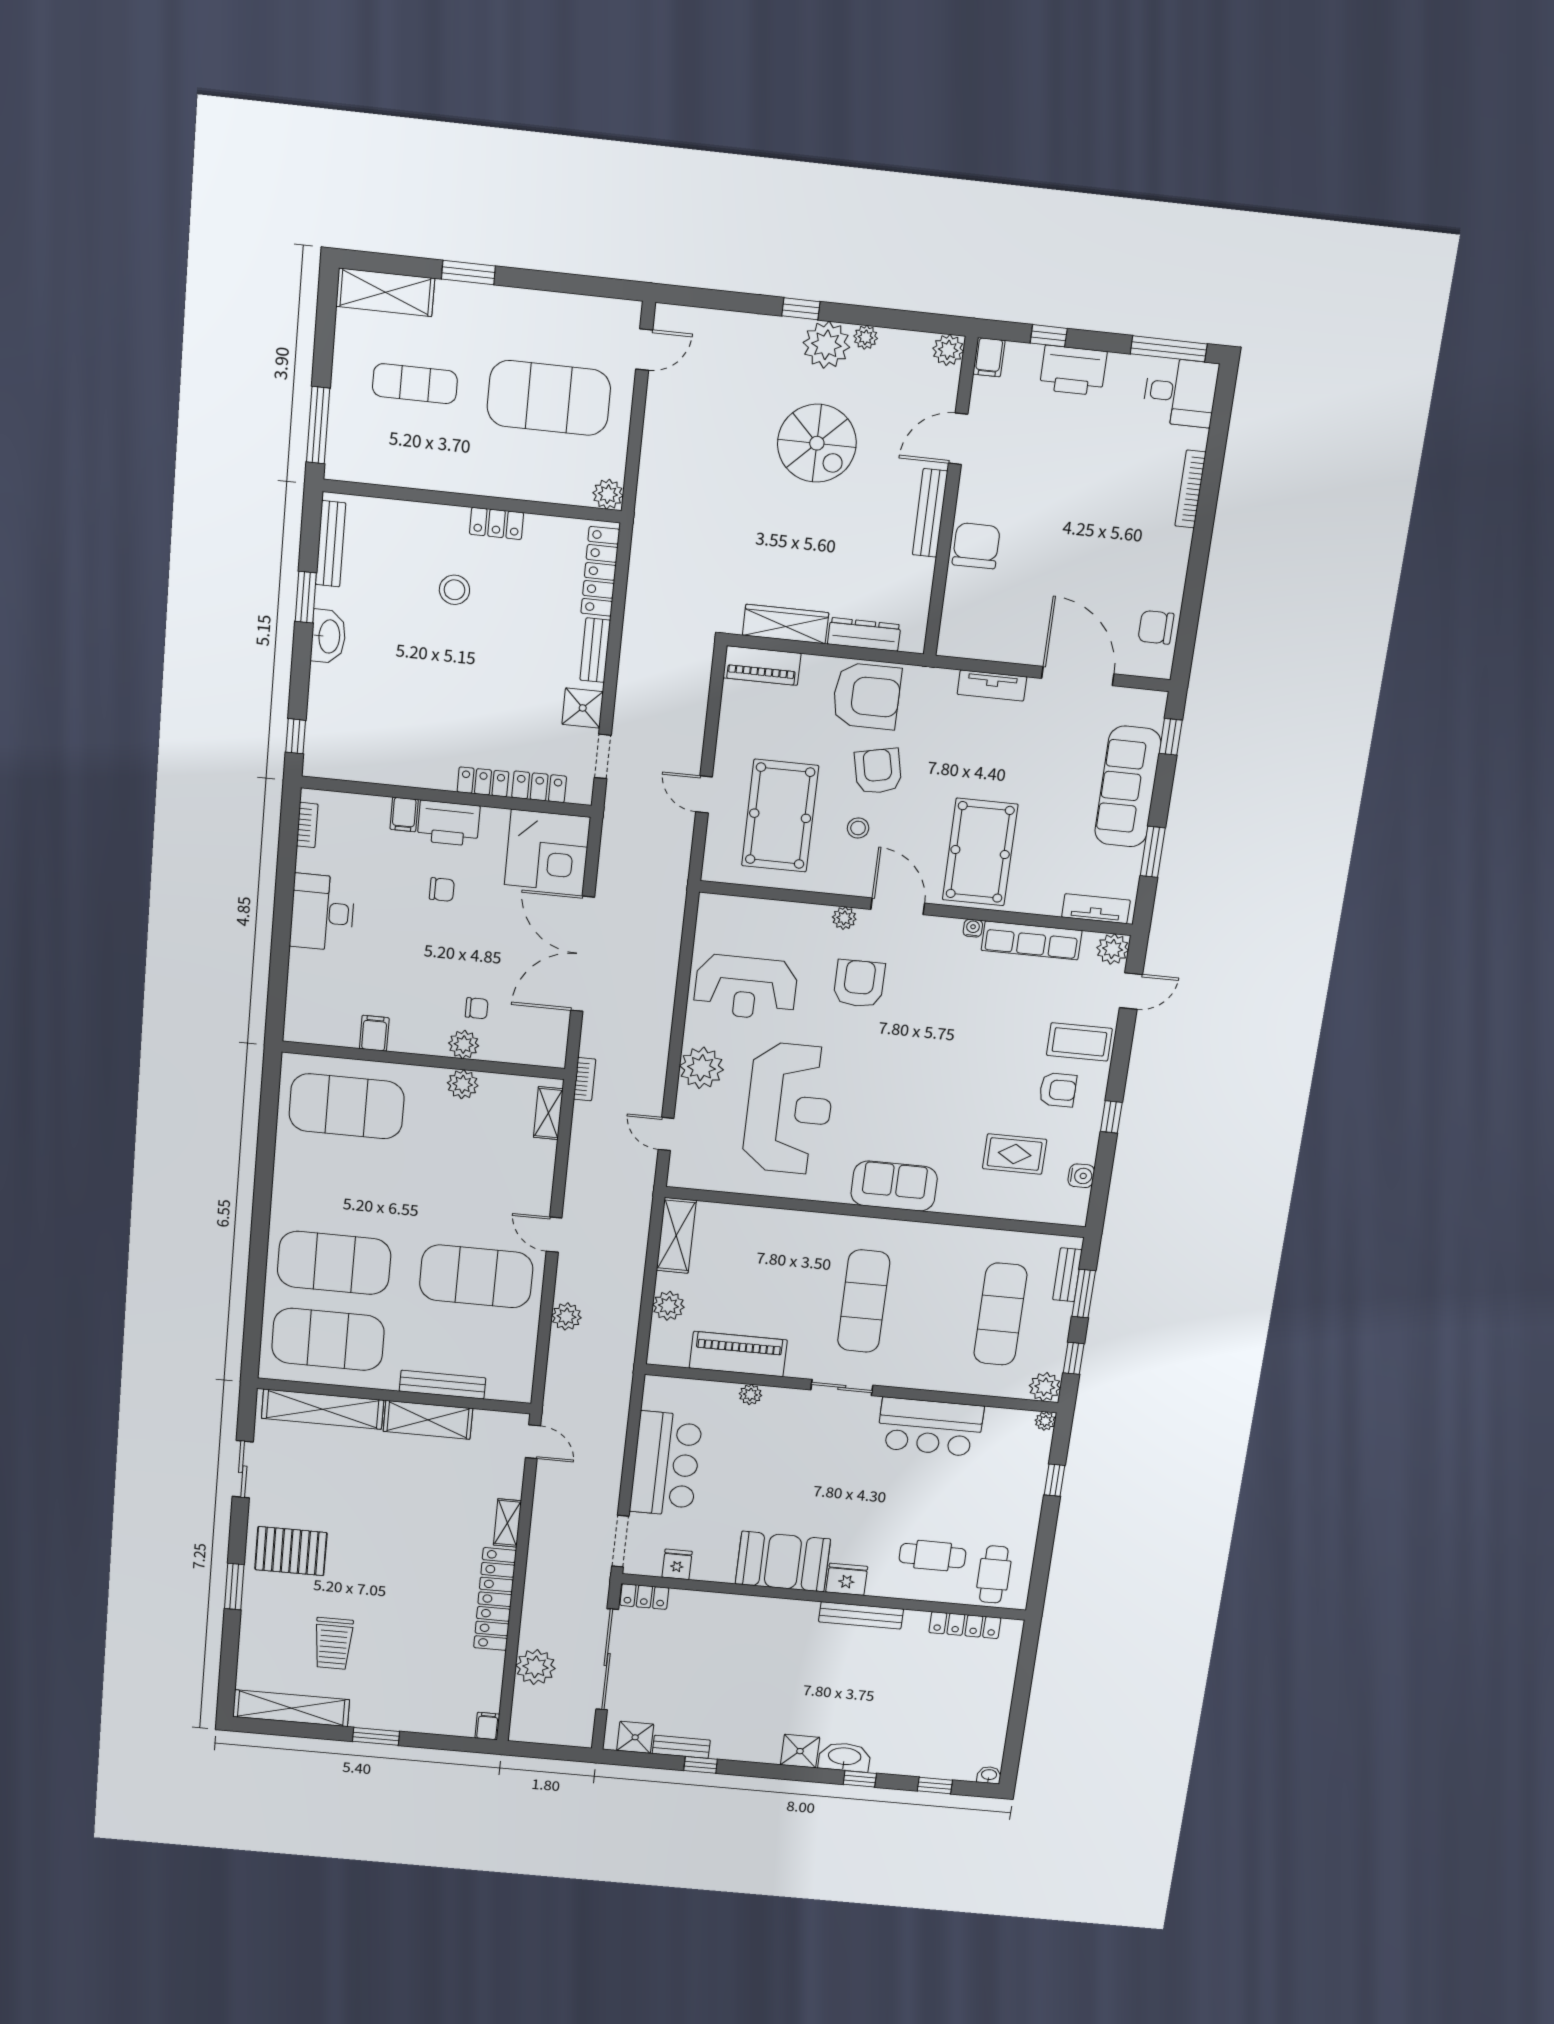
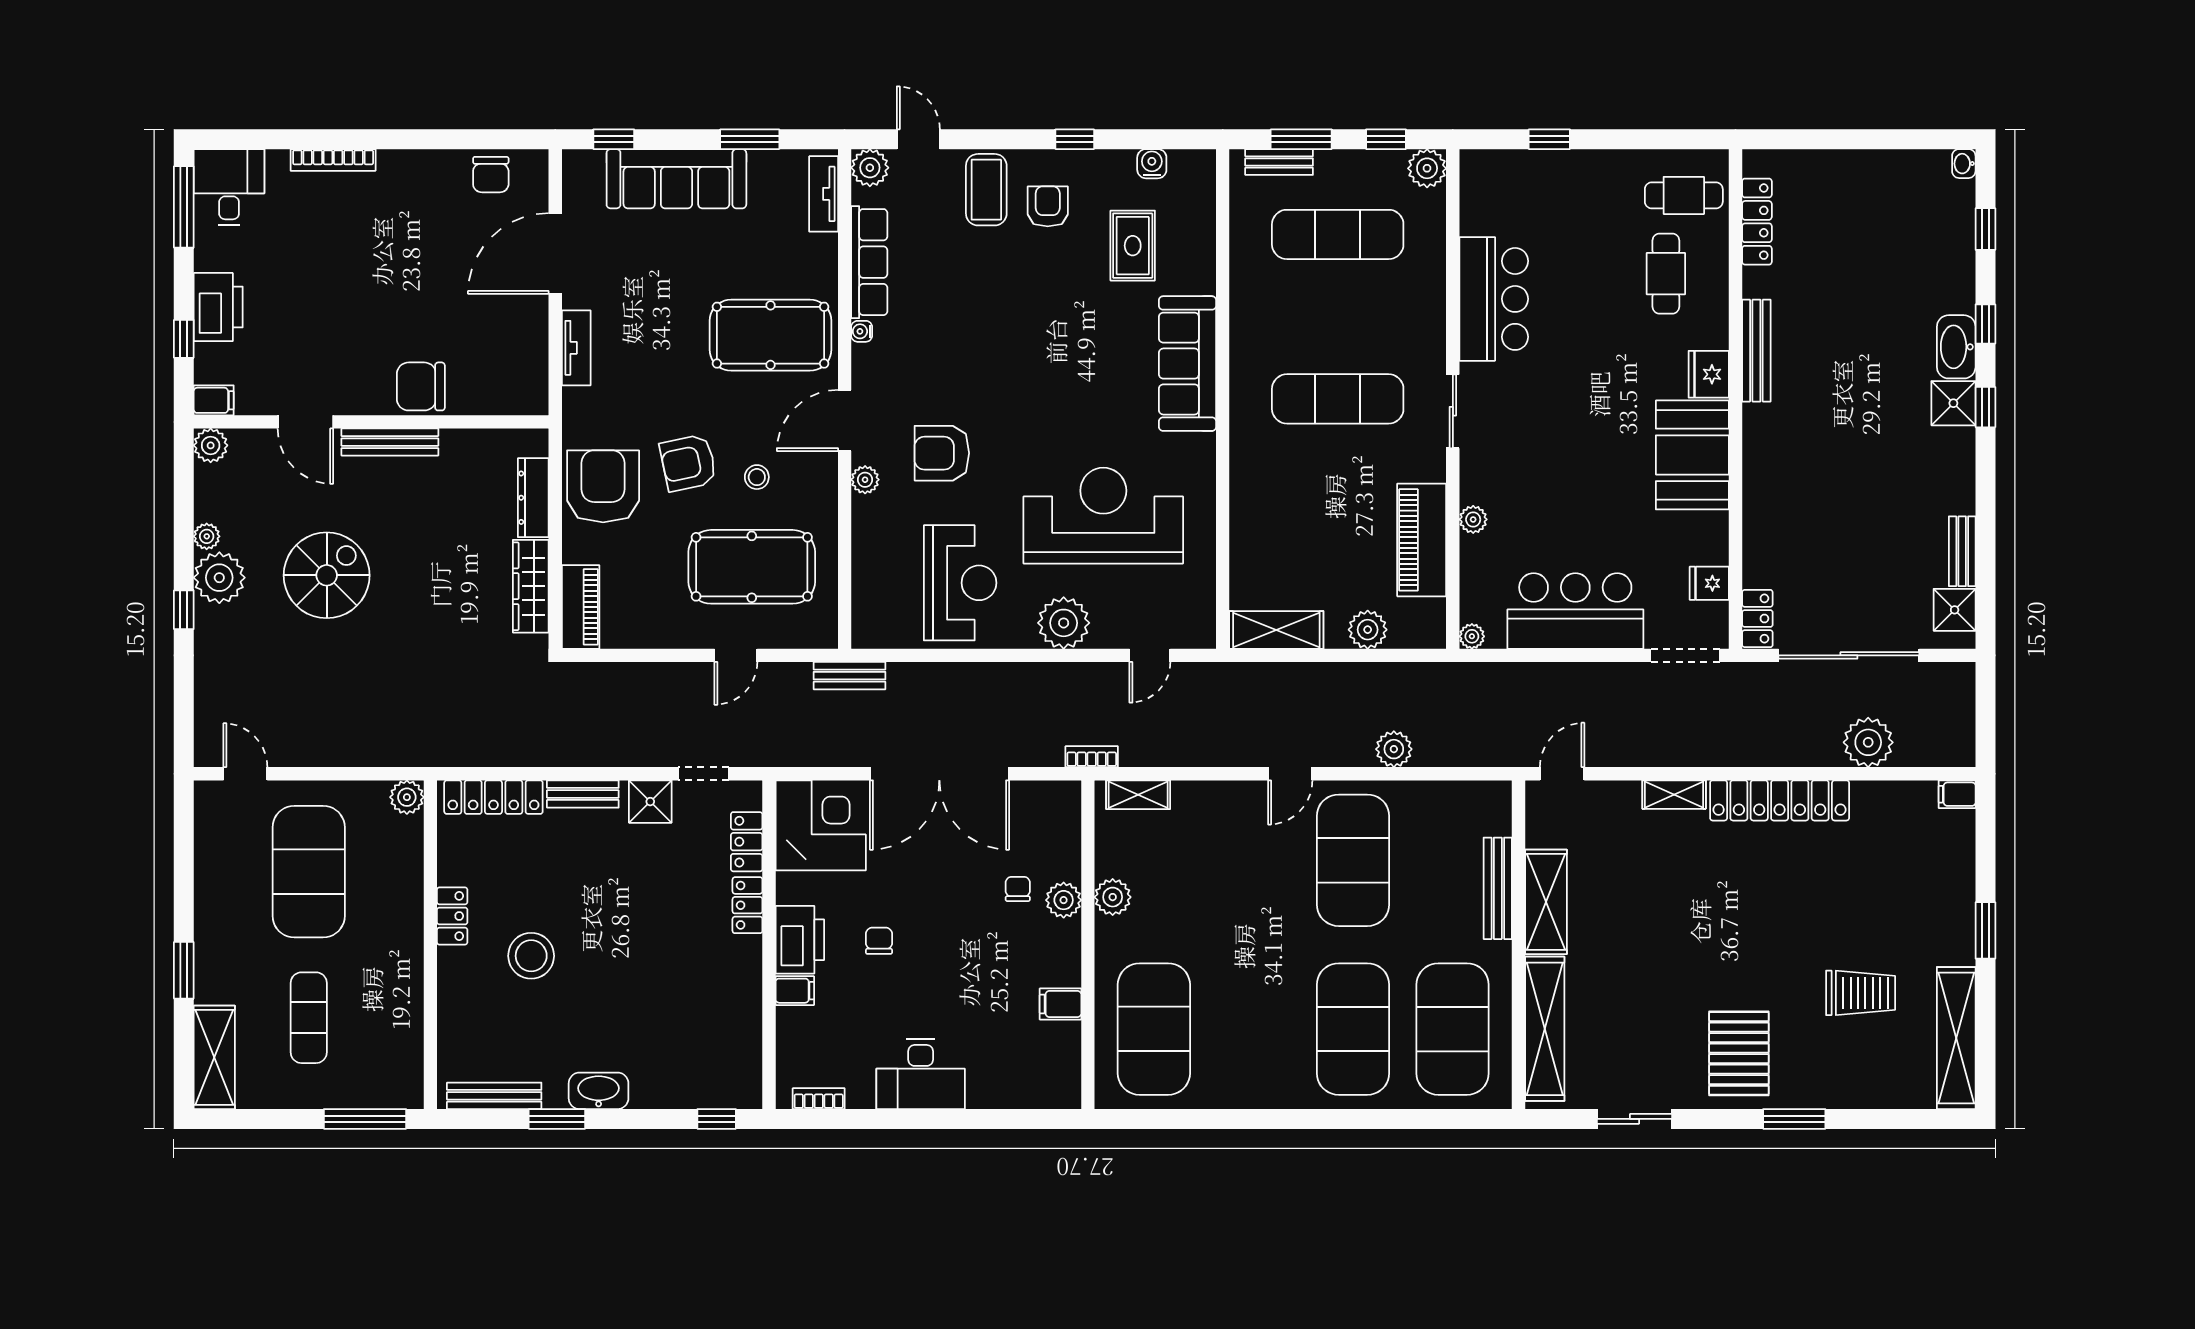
stool: (454, 590) -> (531, 956), width x1.38, depth x1.38
bench: (676, 888) -> (849, 676), added
sofa: (894, 1186) -> (1187, 364), width x1.36
plant: (1045, 1421) -> (1472, 636), moved
window: (701, 1765) -> (1985, 407), moved

